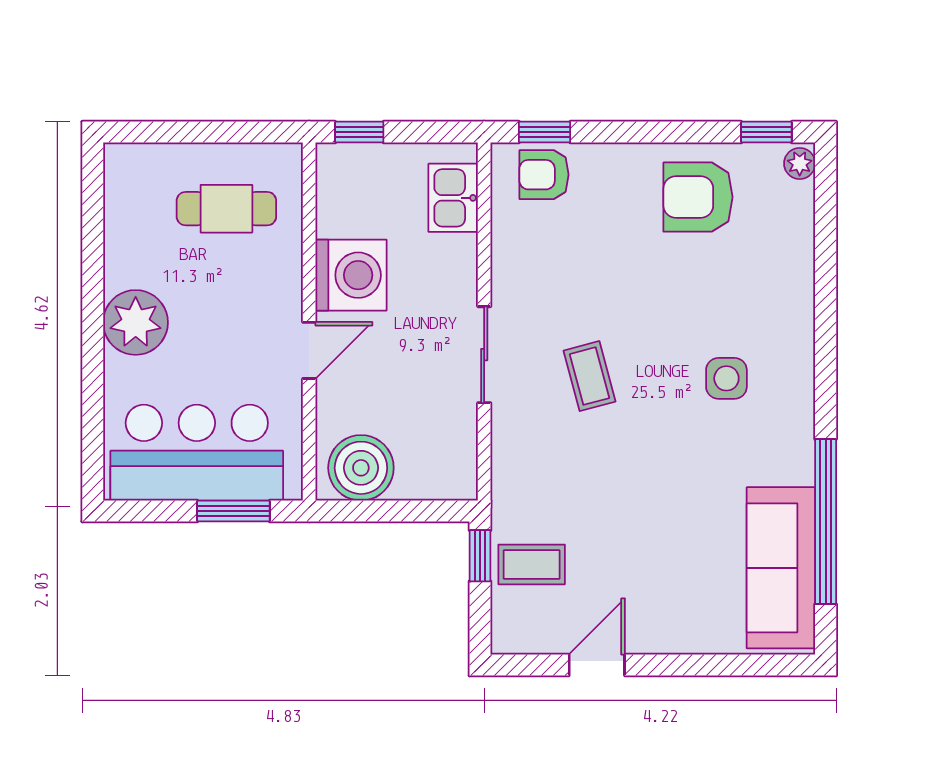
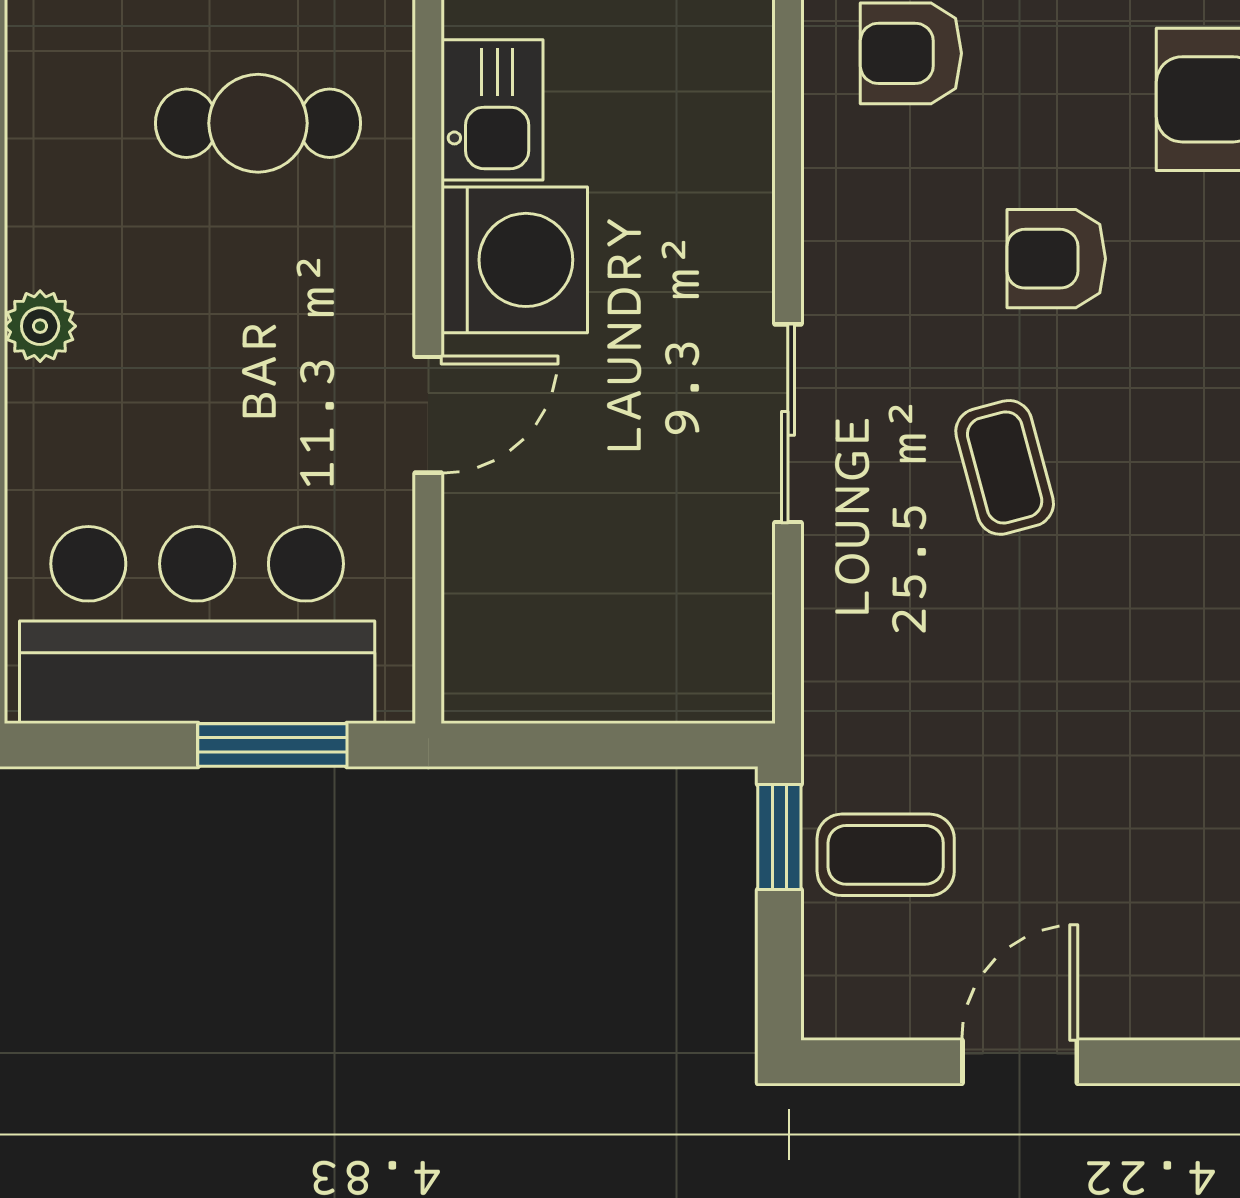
kitchen sink: (453, 198) -> (492, 110), moved, turned 180
armchair: (615, 275) -> (1056, 259), added
plant: (136, 322) -> (40, 326), width x0.53, depth x0.53
boiler: (361, 468) -> (535, 656), removed

